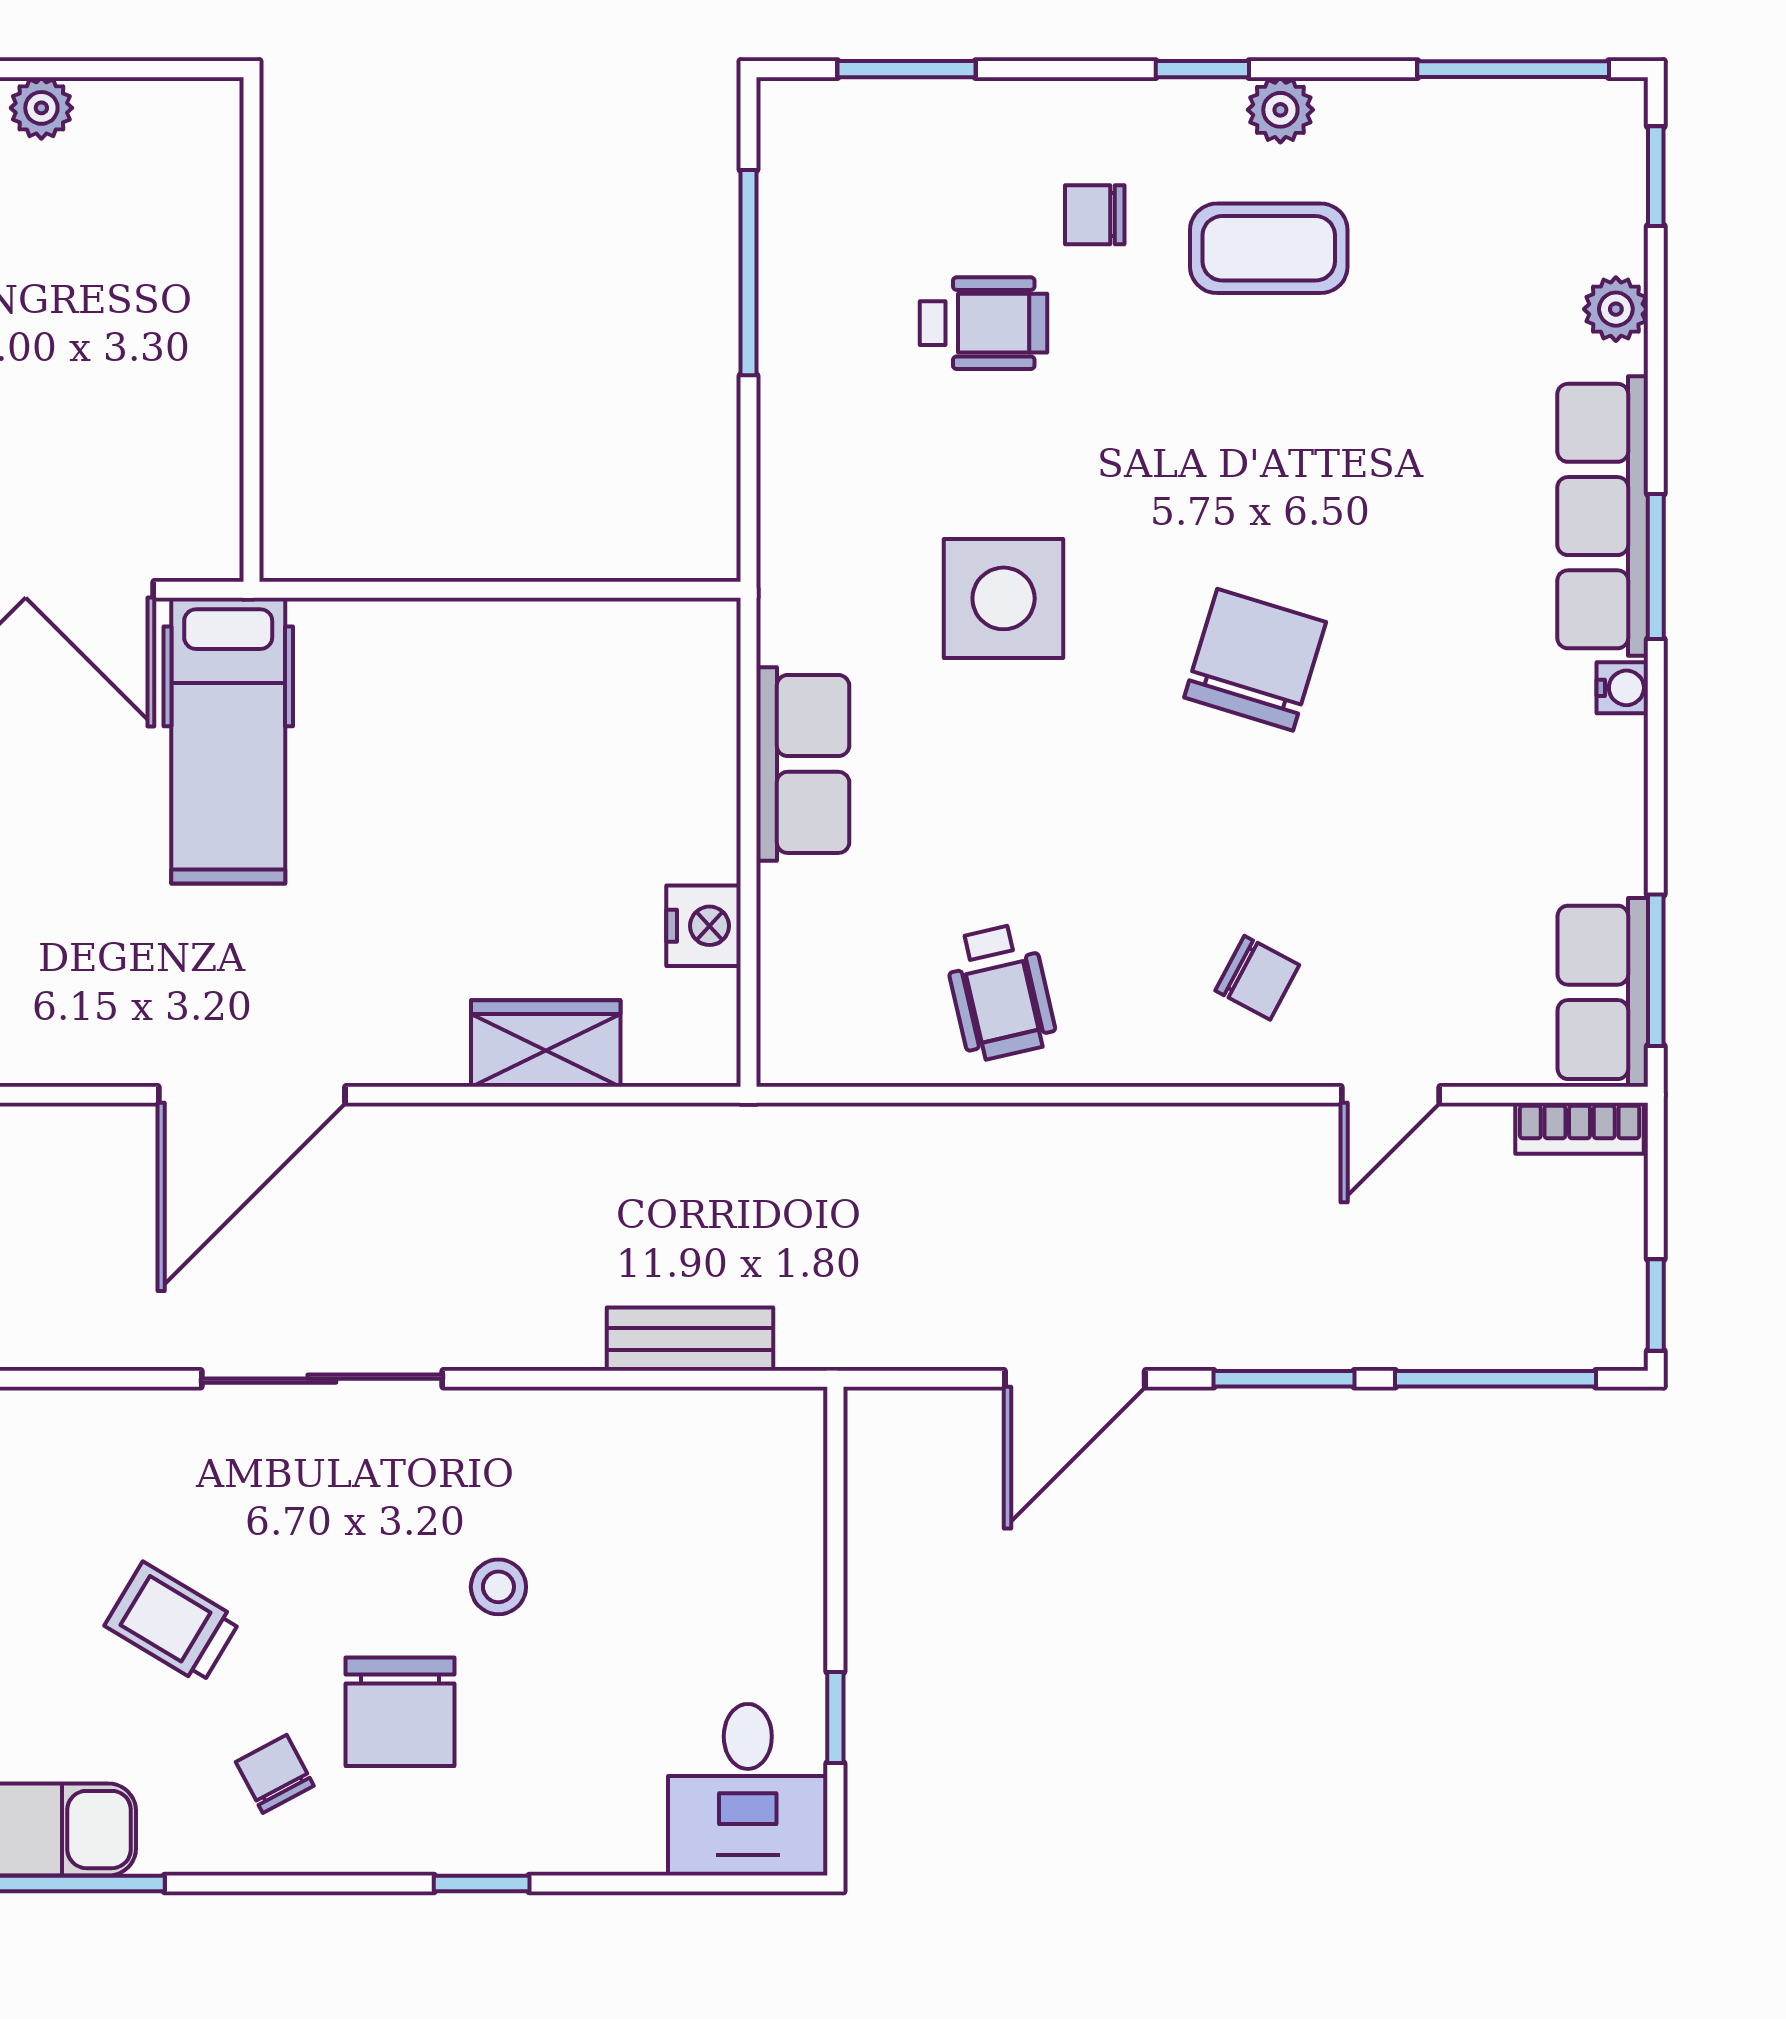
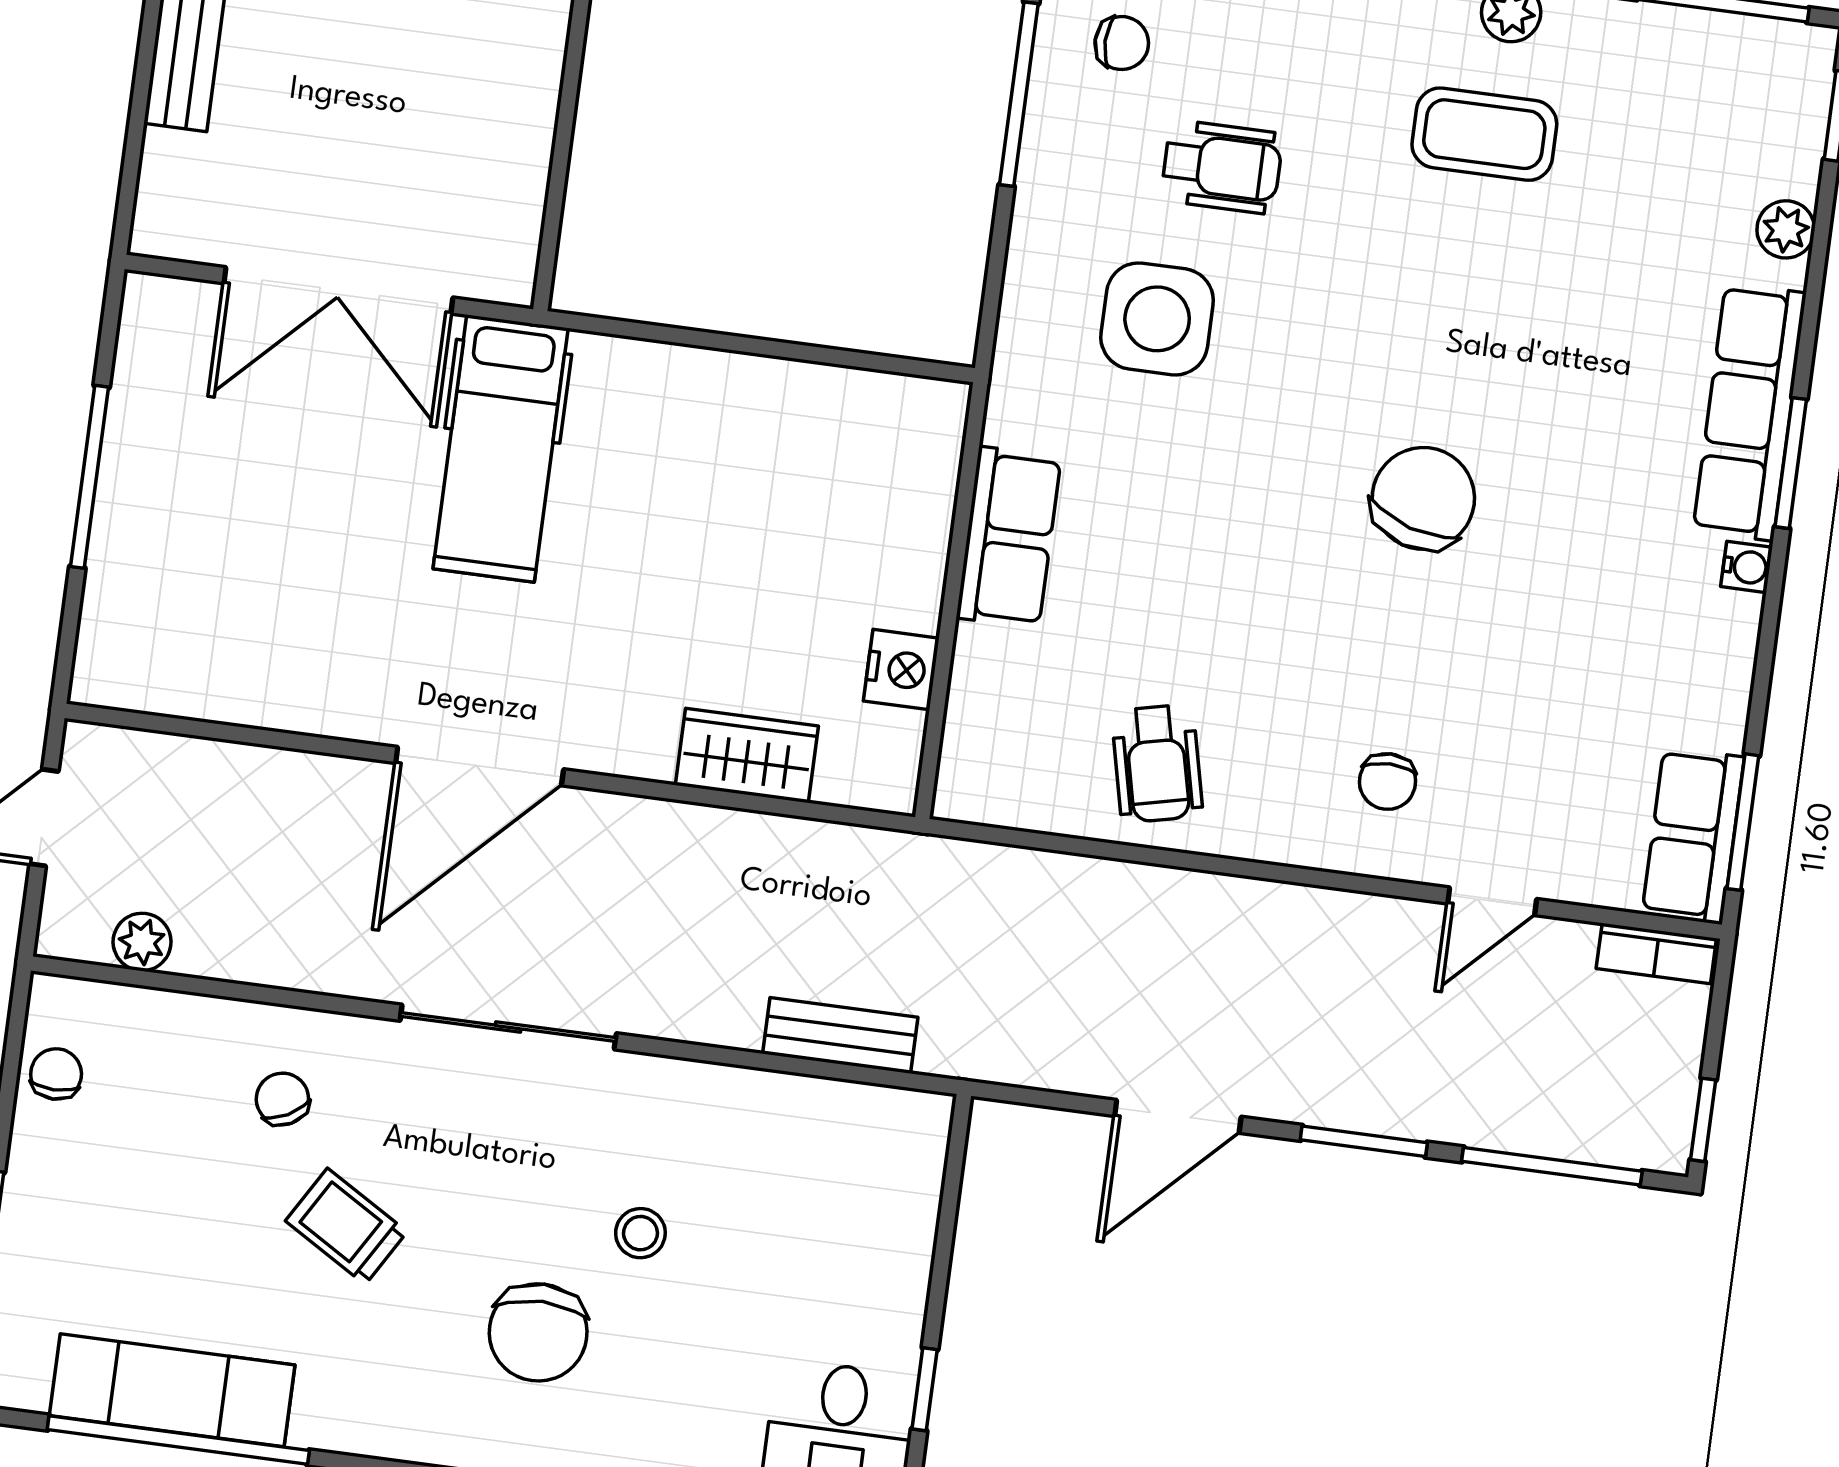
chair: (1095, 215) -> (1122, 43), moved, turned 180
side table: (1004, 598) -> (1157, 319), moved
chair: (1257, 978) -> (1388, 782), turned 62
chair: (275, 1774) -> (282, 1099), moved

